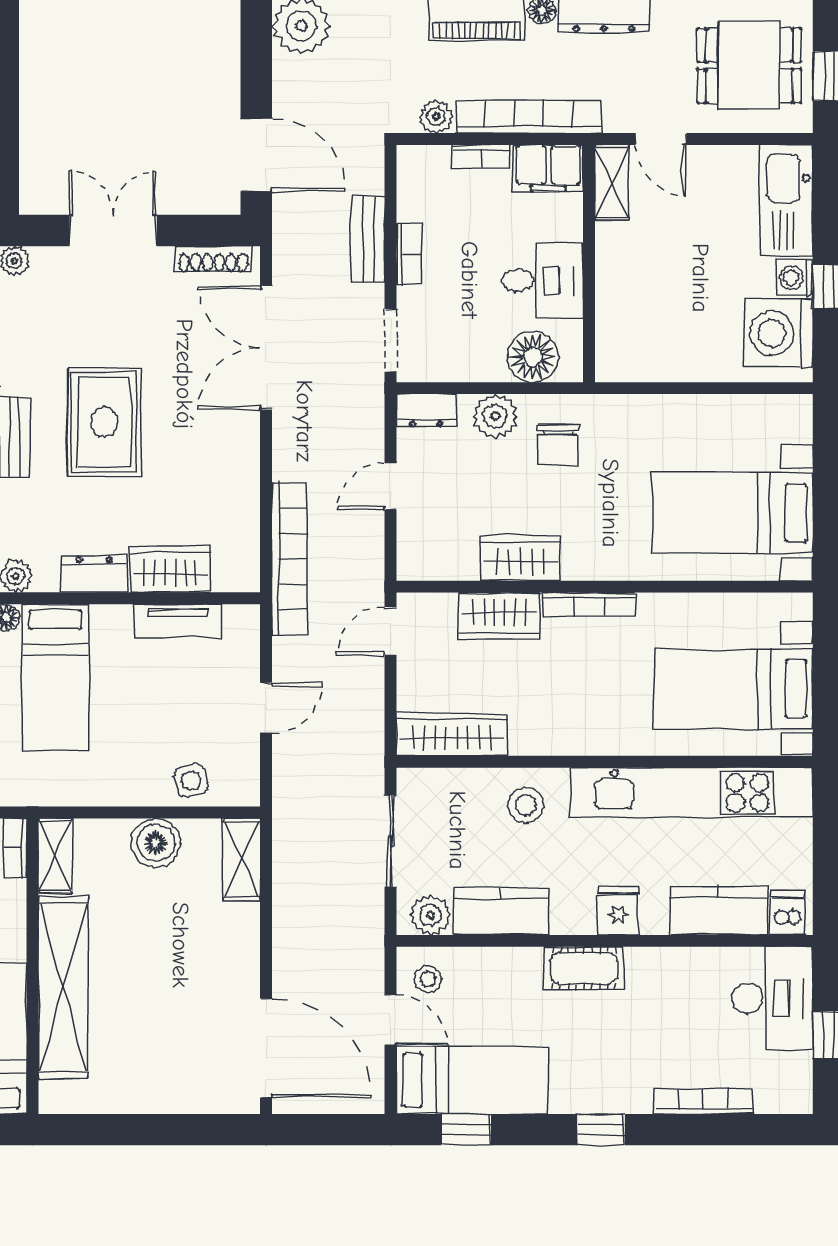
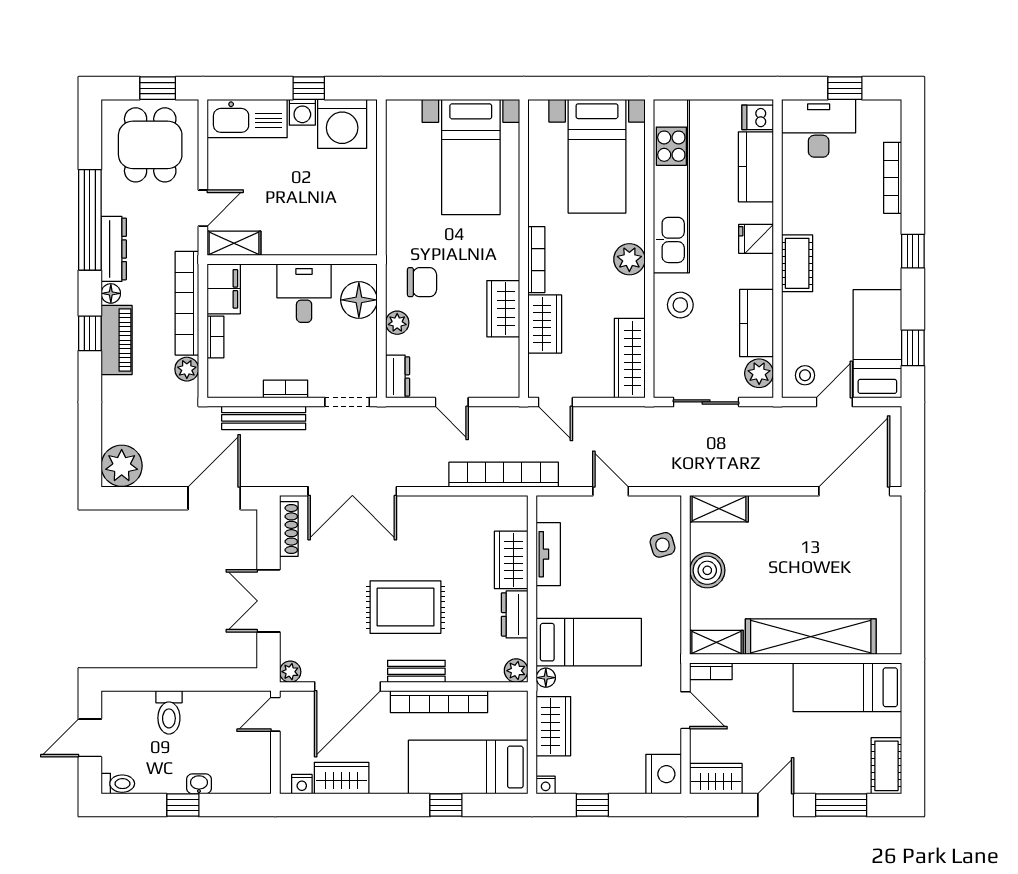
bench: (368, 239) -> (264, 418), width x1.36
plant: (495, 416) -> (397, 323), width x0.73, depth x0.73
plant: (590, 734) -> (629, 259), added

